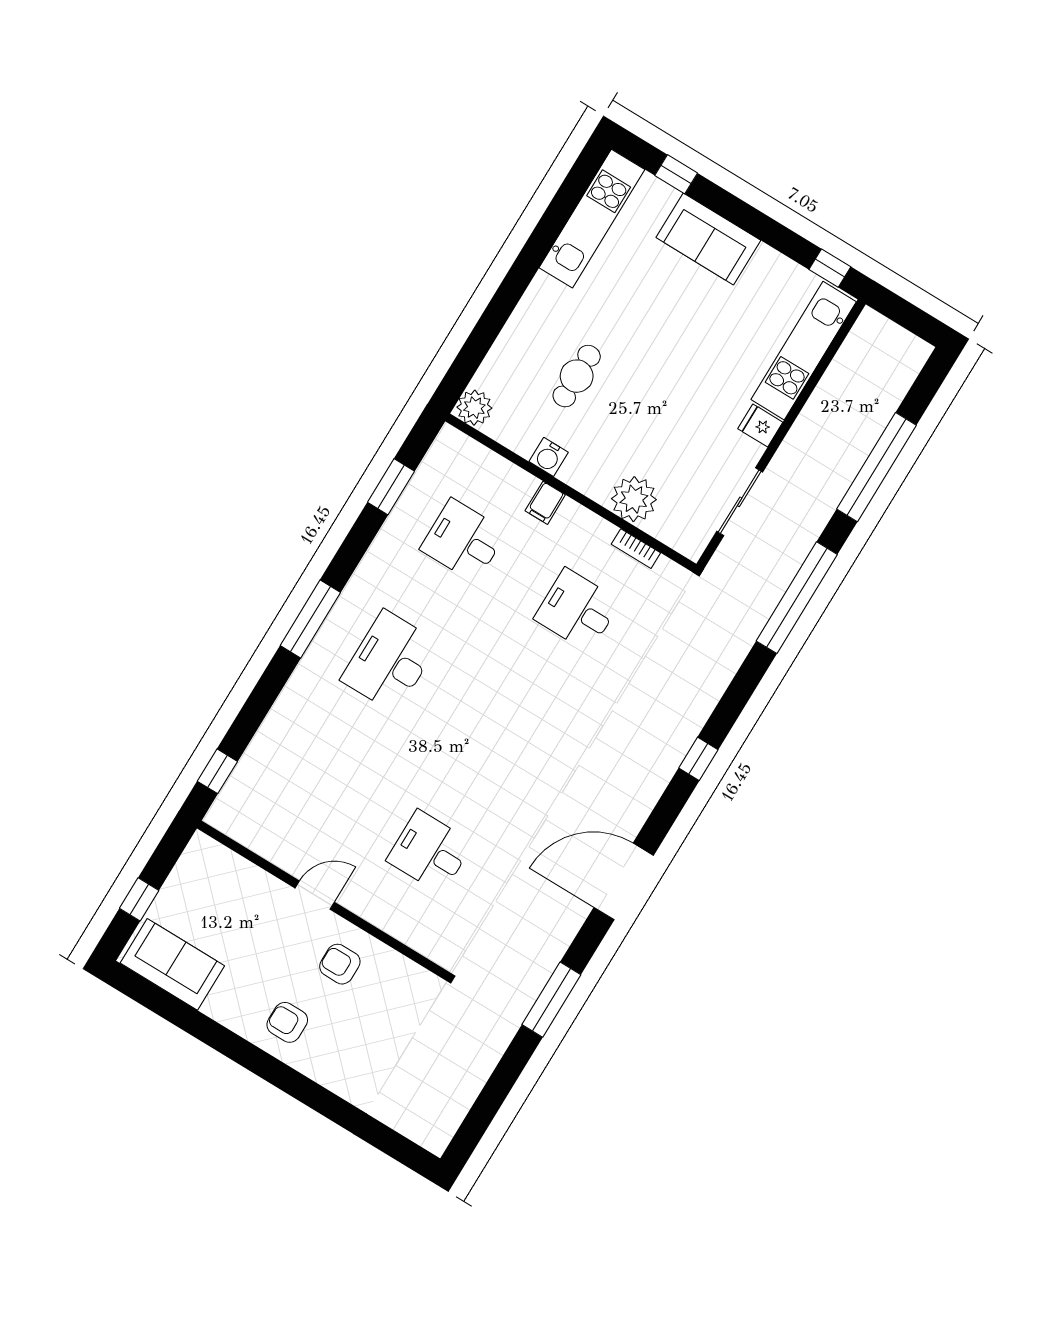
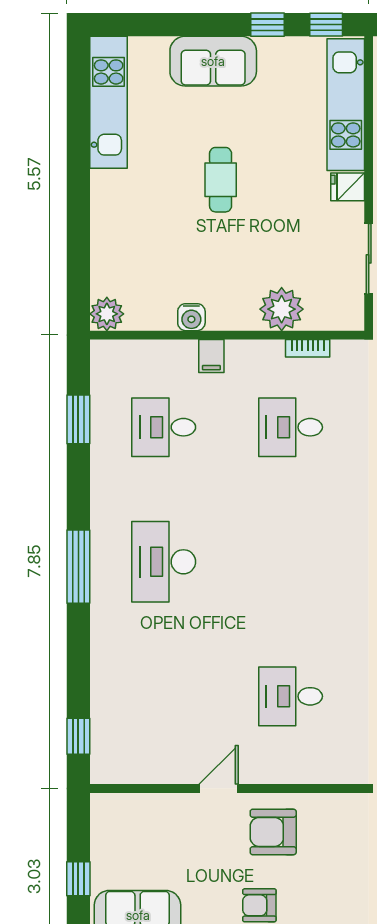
window: (676, 174) -> (268, 25), moved
cafe table: (577, 376) -> (221, 180), moved
armchair: (340, 964) -> (273, 832), width x1.38, depth x1.38

